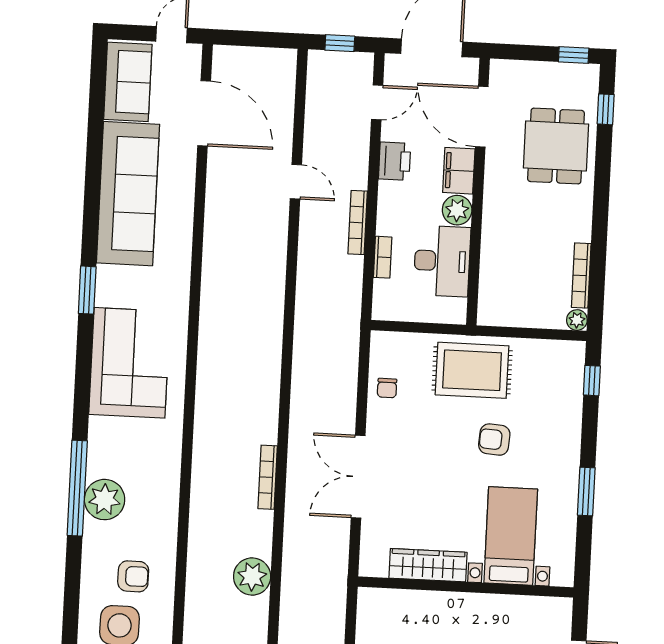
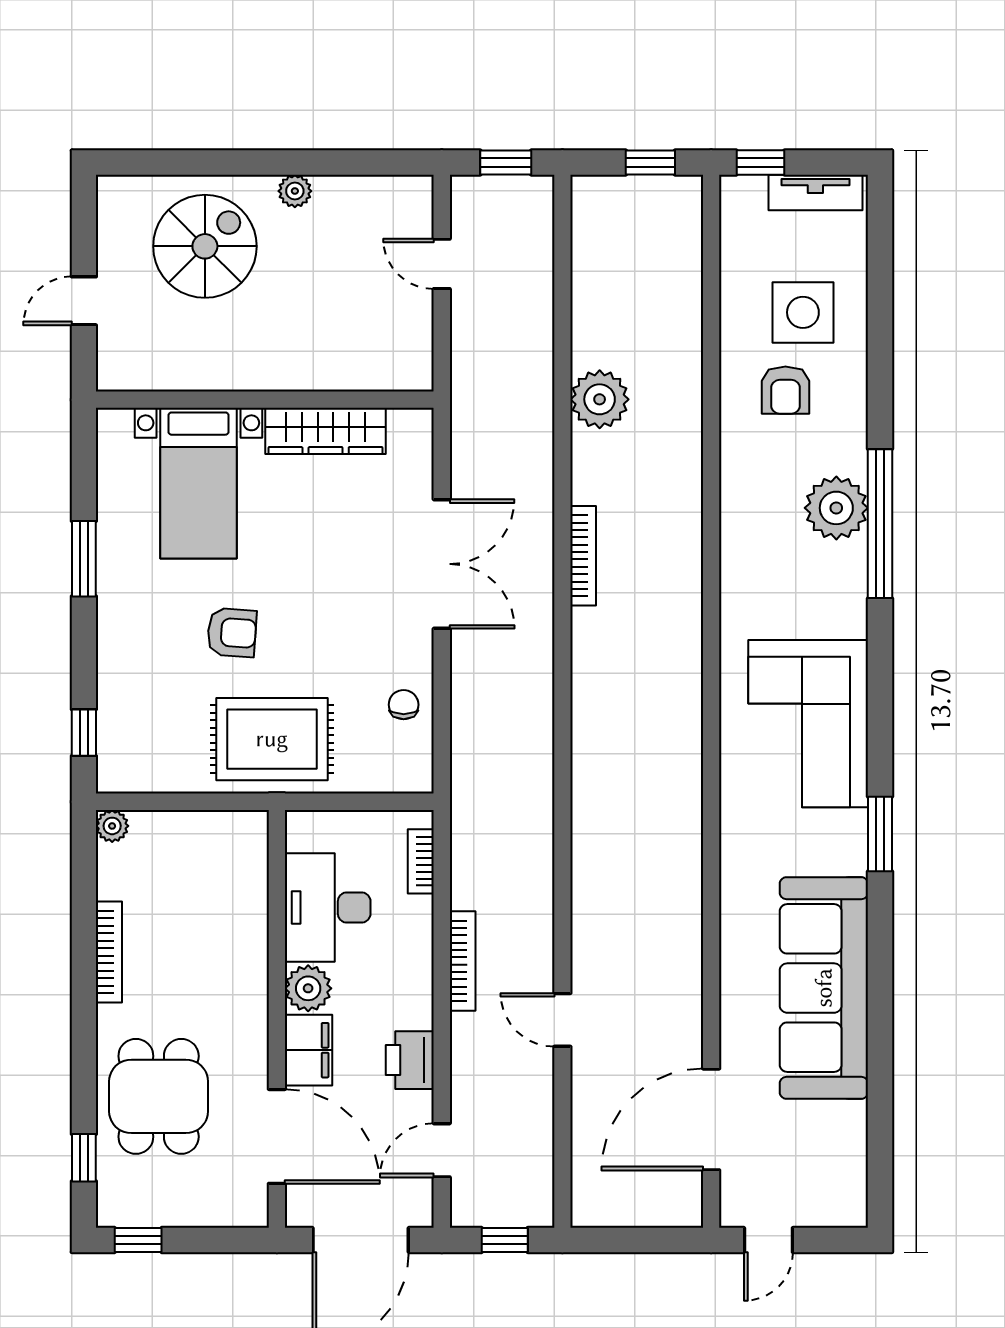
sofa: (128, 82) -> (833, 1163), removed
door: (204, 113) -> (711, 1119), hinge flipped
bookcase: (383, 257) -> (421, 861), moved
bookcase: (581, 275) -> (109, 952), moved
armchair: (133, 576) -> (785, 390), turned -90

